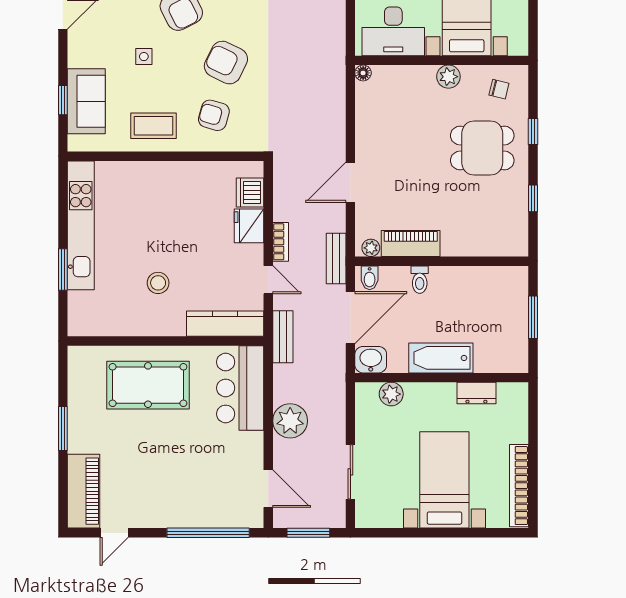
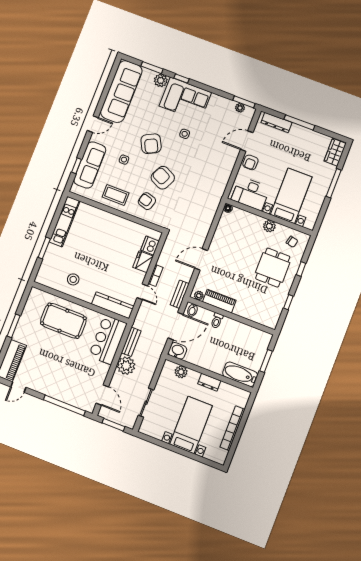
sofa: (86, 101) -> (90, 165), width x1.36
dining table: (482, 148) -> (273, 268), turned 90
kitchen unit: (81, 225) -> (65, 222), width x0.73
stool: (158, 283) -> (73, 279), moved
bench: (283, 337) -> (131, 342), moved
bathtub: (441, 358) -> (240, 374), moved
dresser: (476, 393) -> (209, 382), moved
bookcase: (519, 486) -> (232, 428), moved

